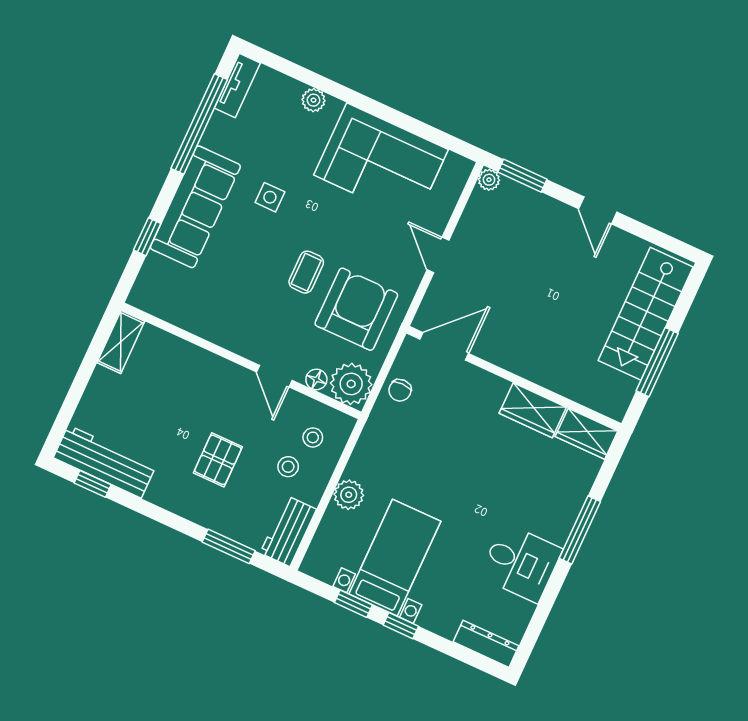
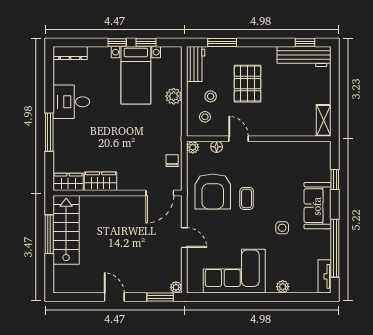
sofa: (195, 207) -> (317, 206), width x0.73
stairs: (646, 314) -> (66, 230), moved
plant: (351, 384) -> (193, 147), width x0.53, depth x0.53
pallet: (218, 460) -> (248, 84), width x1.50, depth x1.42

